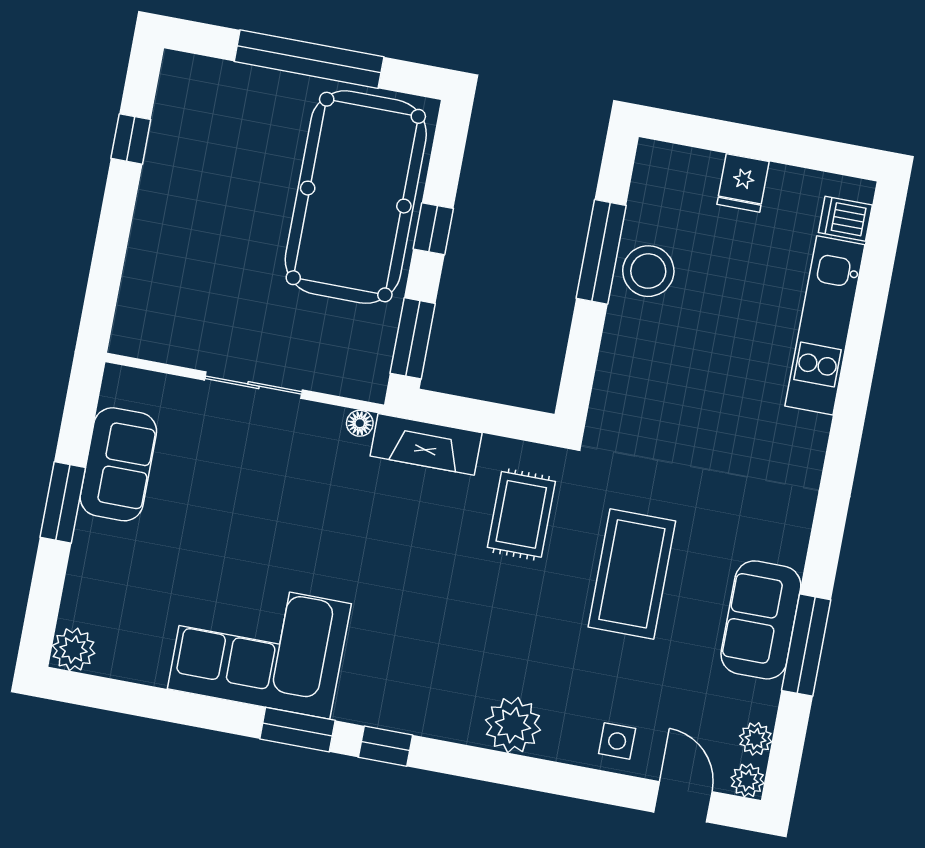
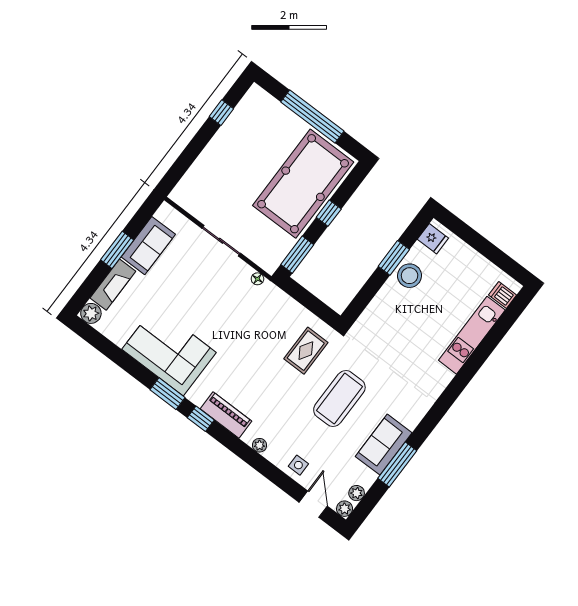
fridge: (743, 183) -> (433, 239), moved, turned -90
window: (601, 252) -> (394, 258), width x0.69
fireplace: (426, 444) -> (113, 285), moved, turned -90
piano: (430, 714) -> (226, 415), added
plant: (513, 725) -> (259, 445), width x0.53, depth x0.53

